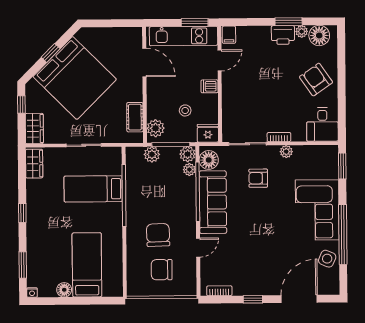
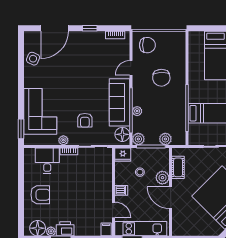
door: (220, 60) -> (113, 210), swing flipped
door: (144, 62) -> (171, 198), moved
armchair: (316, 80) -> (40, 195), turned -55
desk: (322, 124) -> (47, 161), moved
plant: (156, 128) -> (162, 178), moved
plant: (189, 170) -> (137, 111), moved
armchair: (258, 178) -> (85, 120), turned 90
corner sofa: (317, 210) -> (40, 111), moved
window: (343, 234) -> (21, 77), removed
chair: (162, 270) -> (147, 45), moved

